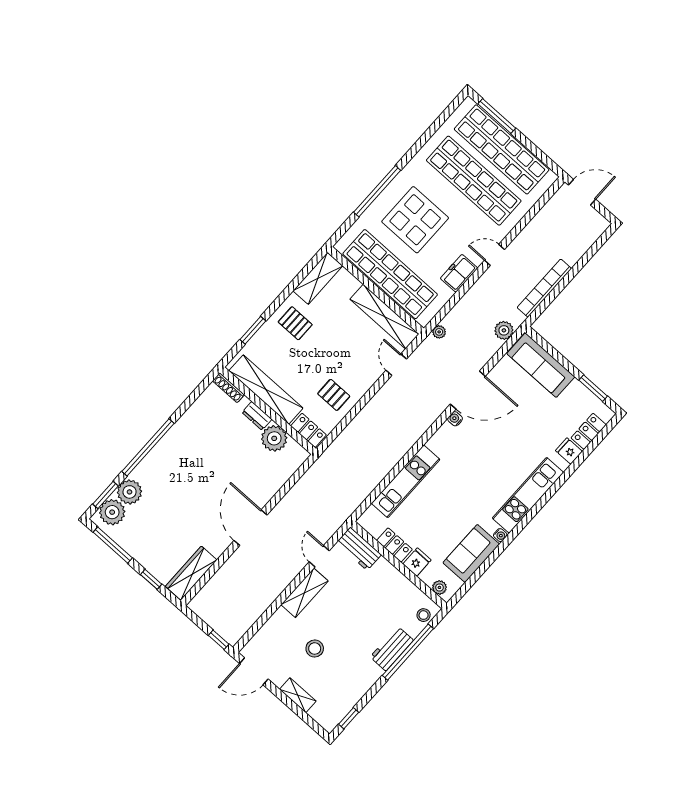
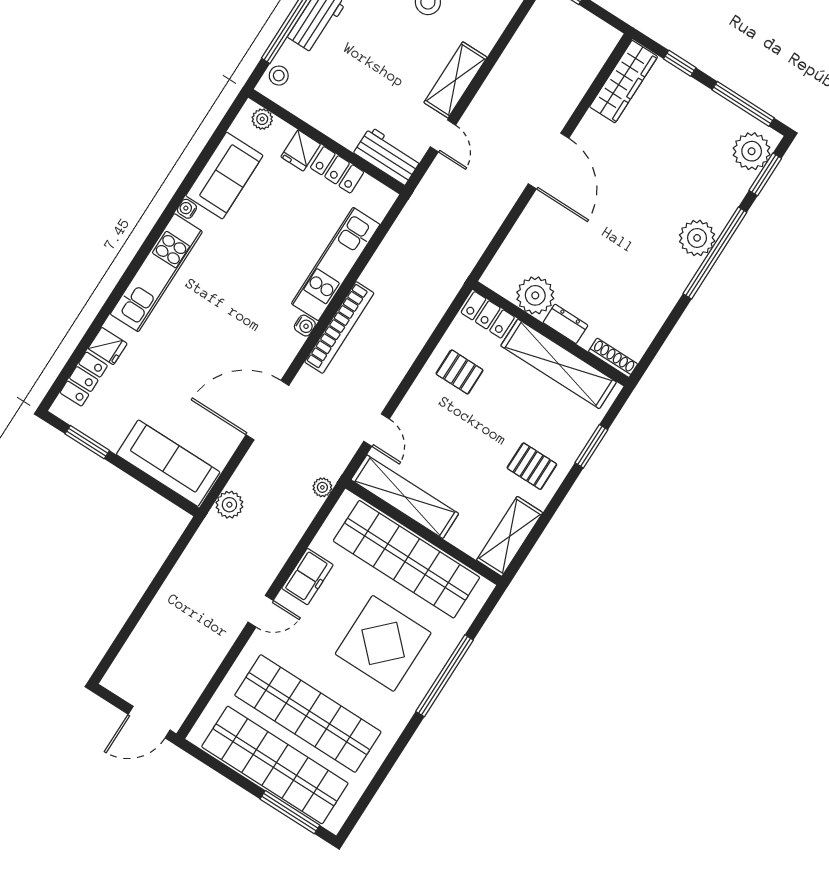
bookcase: (544, 288) -> (339, 327), moved
water cooler: (455, 419) -> (305, 326), moved
plant: (130, 492) -> (697, 238), moved

